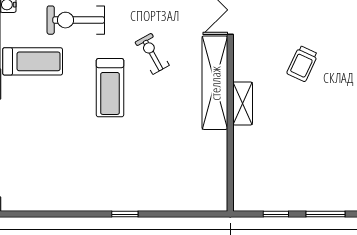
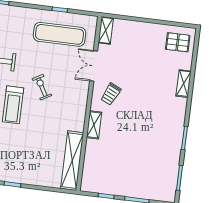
trolley: (302, 64) -> (111, 94), moved
shelving: (215, 83) -> (72, 161), moved

